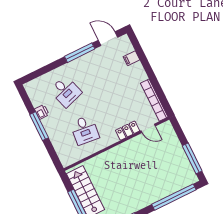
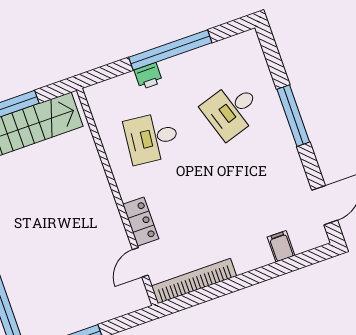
window: (80, 53) -> (293, 116), moved
printer: (42, 112) -> (148, 76), moved
window: (39, 126) -> (170, 50), width x1.46

